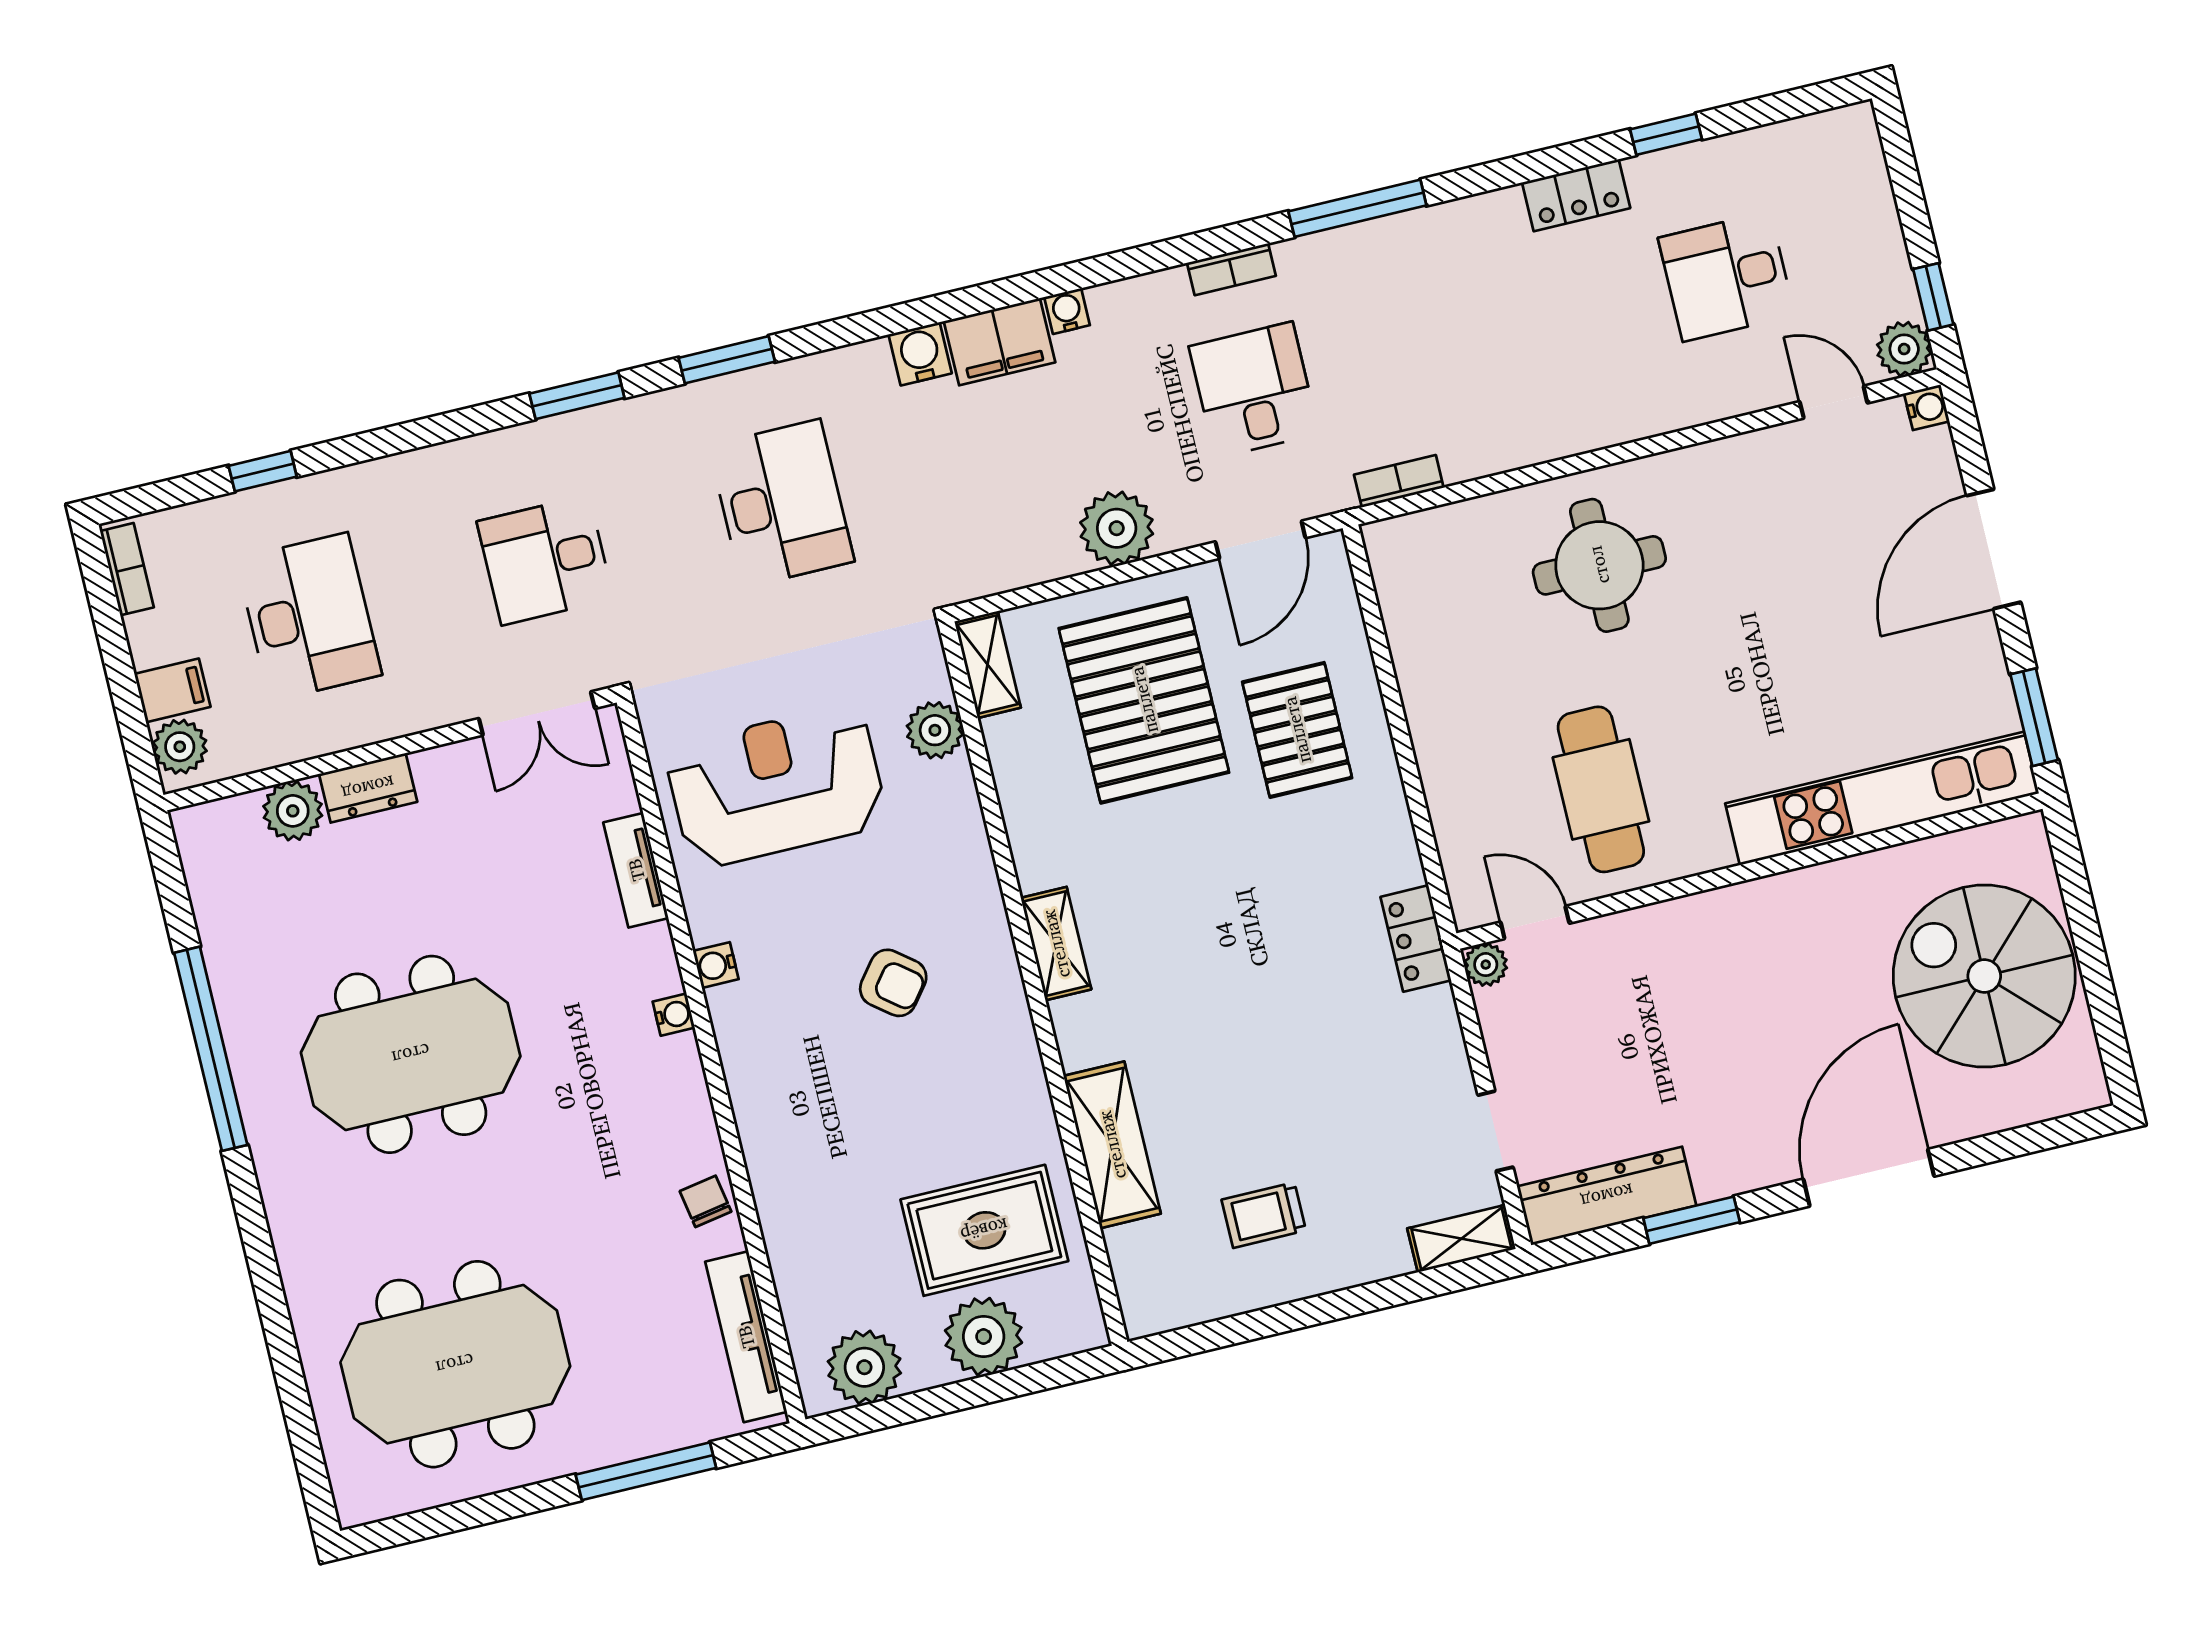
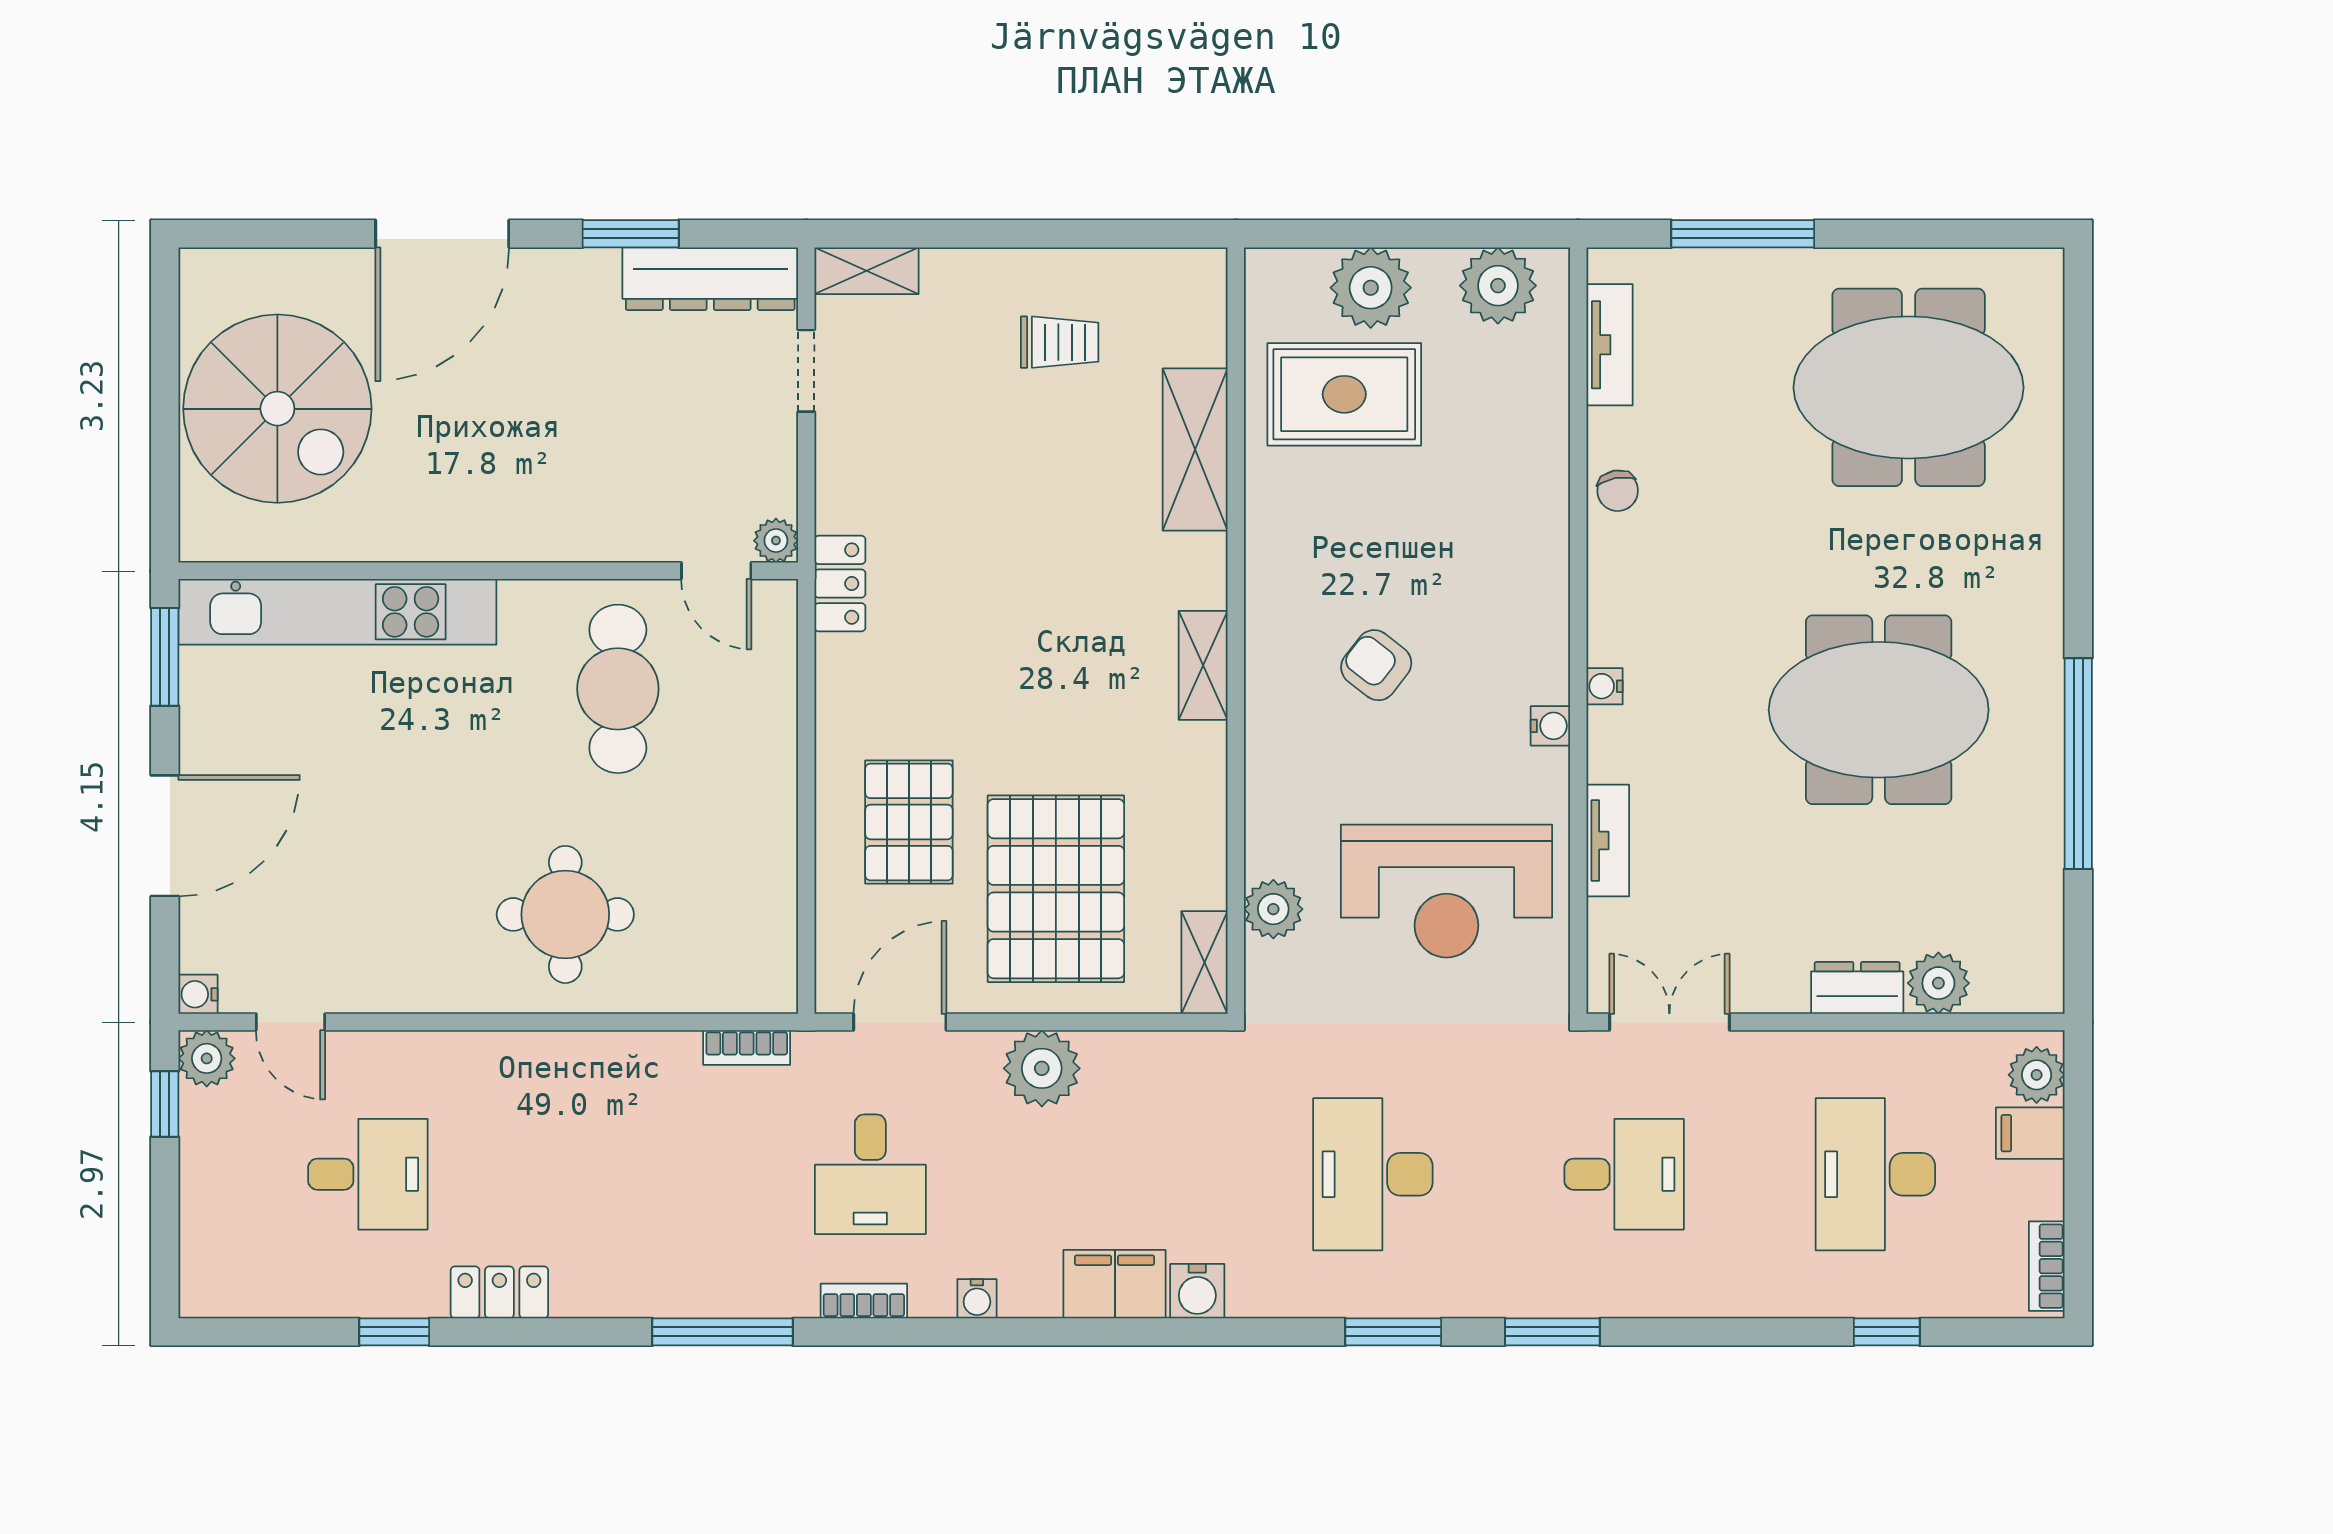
water cooler: (1067, 311) -> (977, 1299), moved
tv unit: (746, 1337) -> (1610, 345), width x0.71

